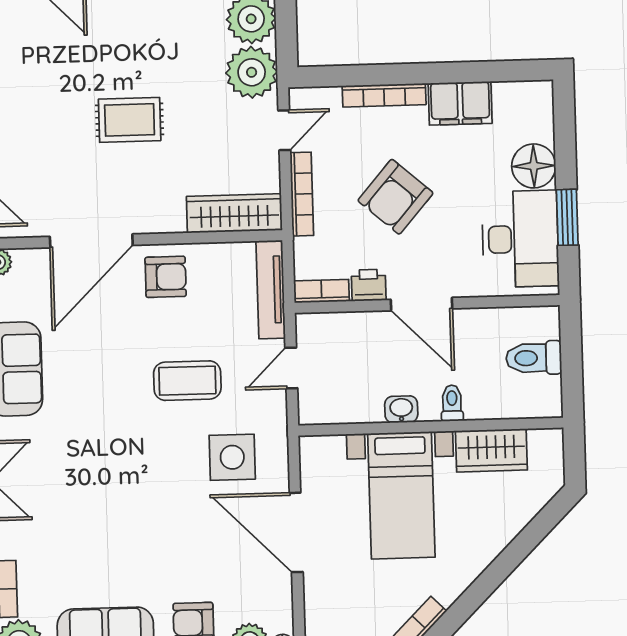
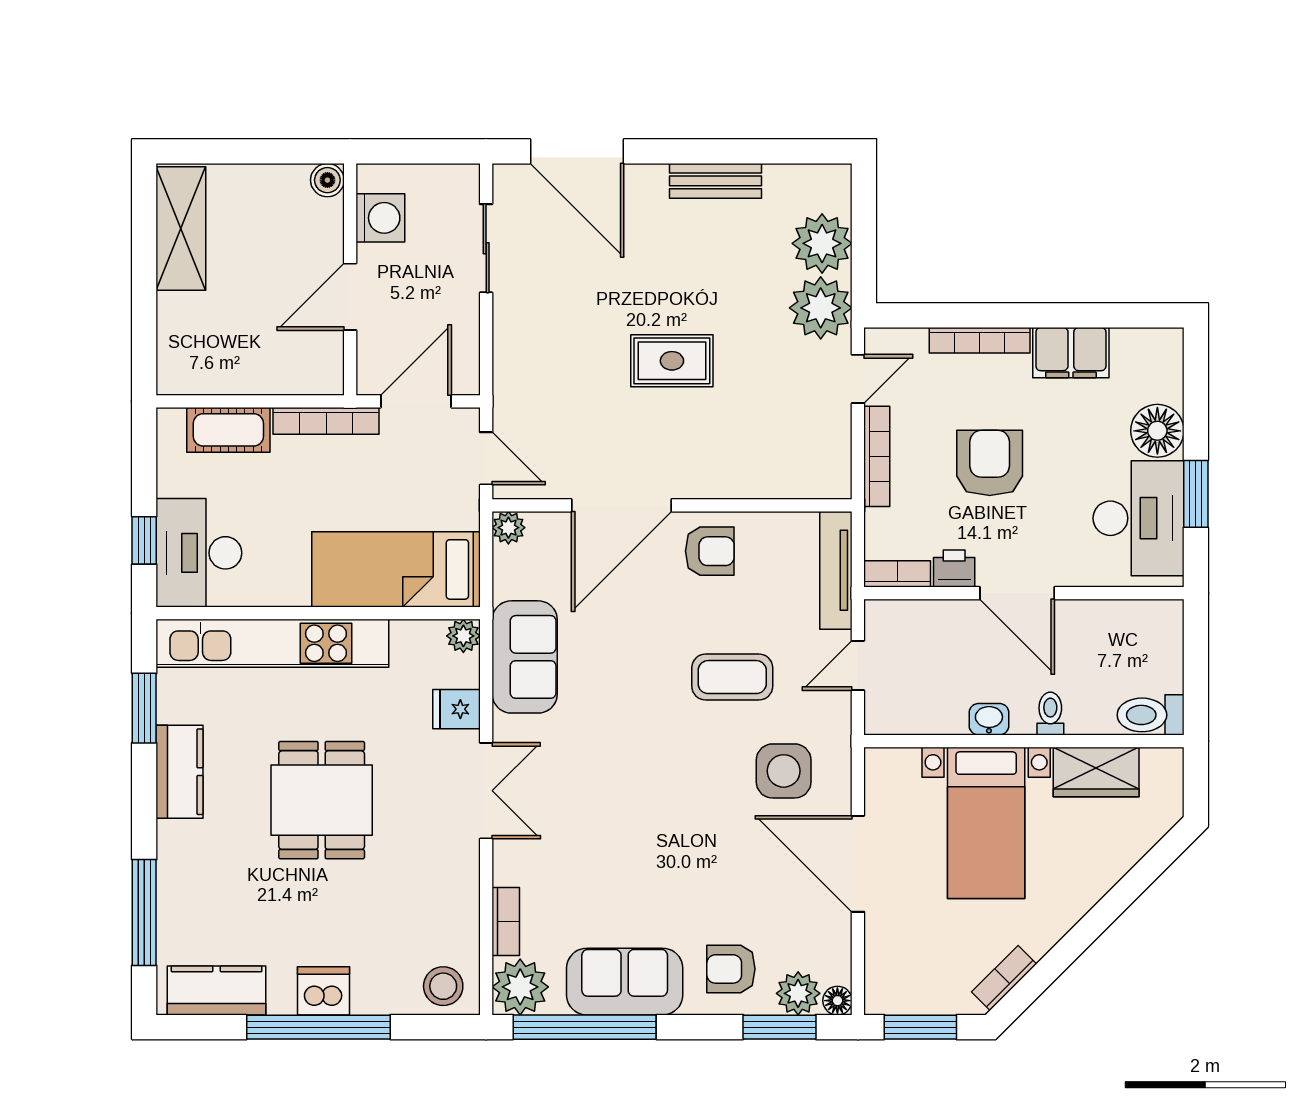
armchair: (395, 197) -> (990, 463), turned 139
wardrobe: (234, 213) -> (795, 477), removed
toilet: (534, 358) -> (1151, 715), moved

